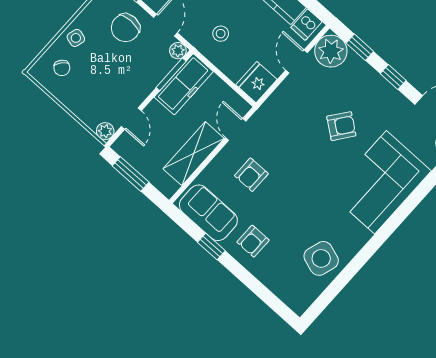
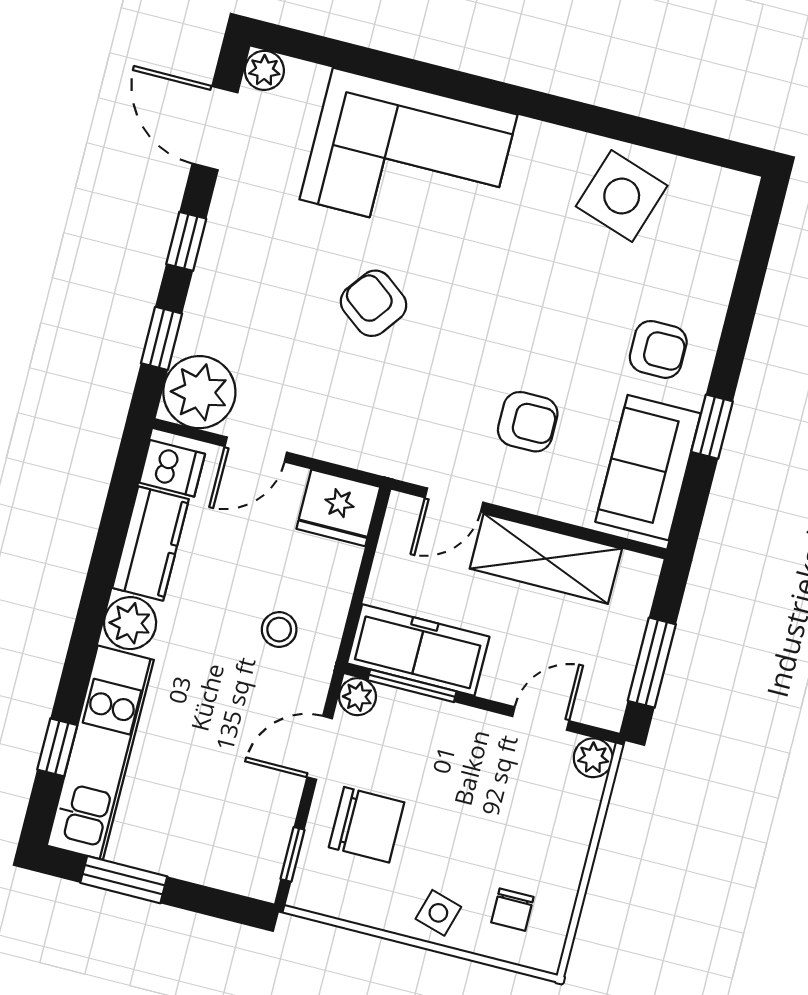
chair: (62, 68) -> (512, 910), turned 140
armchair: (341, 126) -> (374, 303), moved

